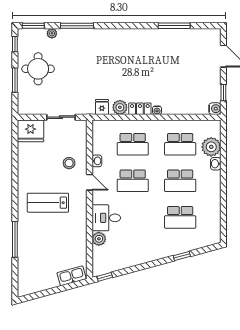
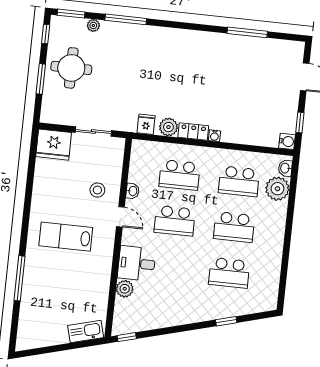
washbasin: (216, 164) -> (285, 168), moved

